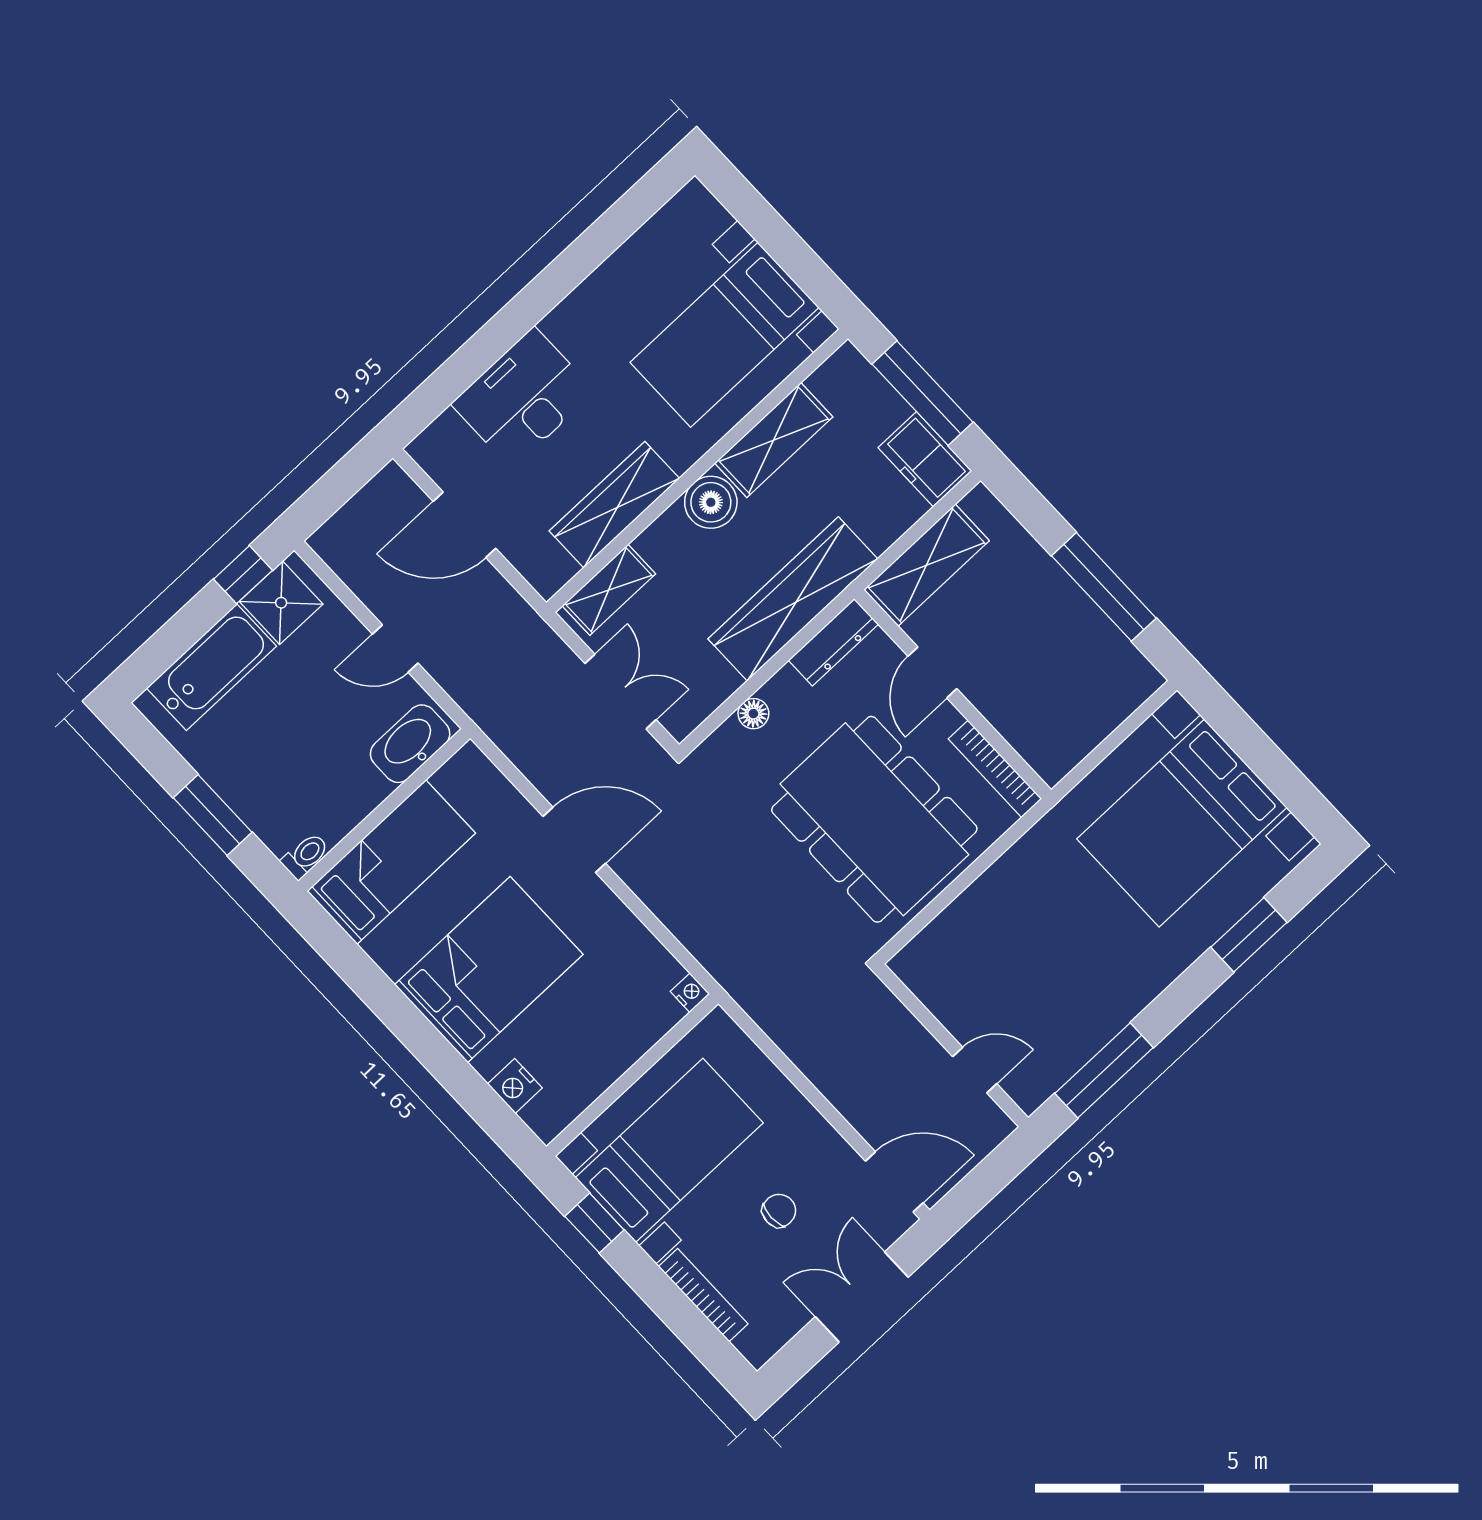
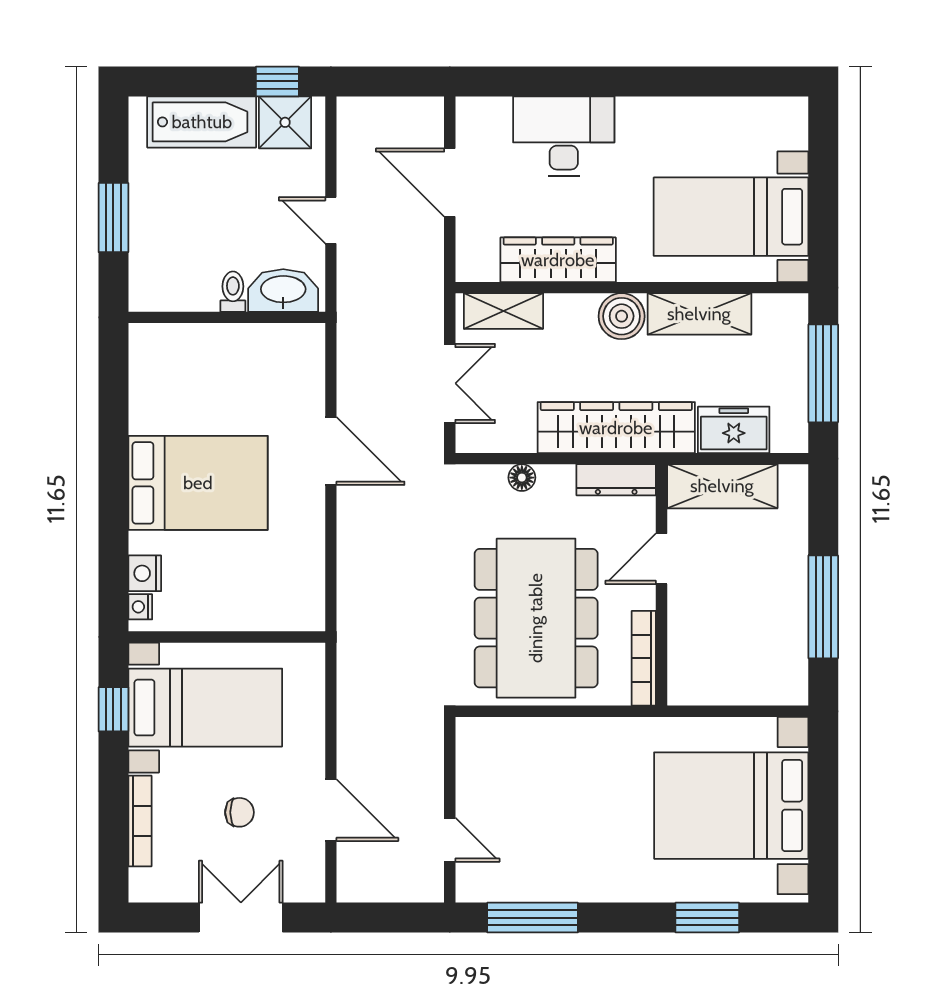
freezer: (925, 459) -> (734, 430), moved, turned 90
toilet: (305, 856) -> (233, 292), moved, turned -90
bed: (391, 862) -> (200, 355), removed
nightstand: (690, 993) -> (140, 607), moved, turned 180
door: (894, 1182) -> (331, 810), moved

